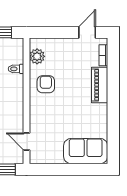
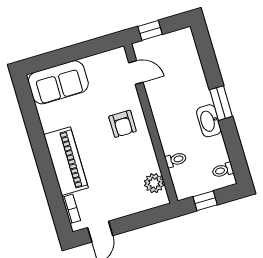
armchair: (46, 84) -> (123, 124), moved
piano: (100, 85) -> (66, 161), width x1.37, depth x1.33

